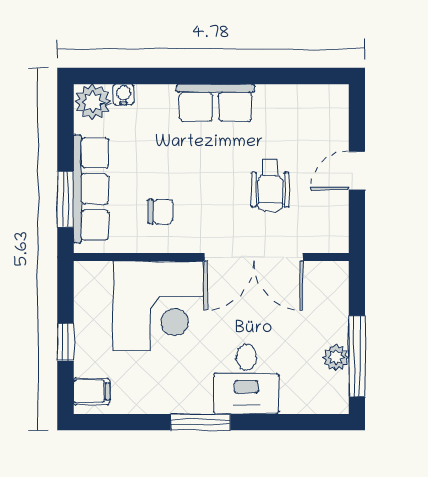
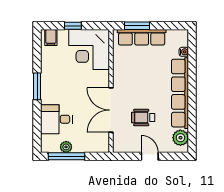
plant: (93, 102) -> (180, 138), moved
row of seats: (216, 103) -> (180, 93), width x2.02
chair: (160, 212) -> (131, 68), removed
corner desk: (158, 306) -> (89, 50), moved
desk: (246, 379) -> (56, 119), moved

